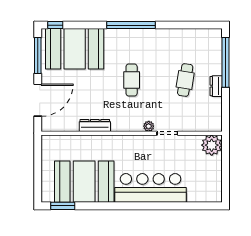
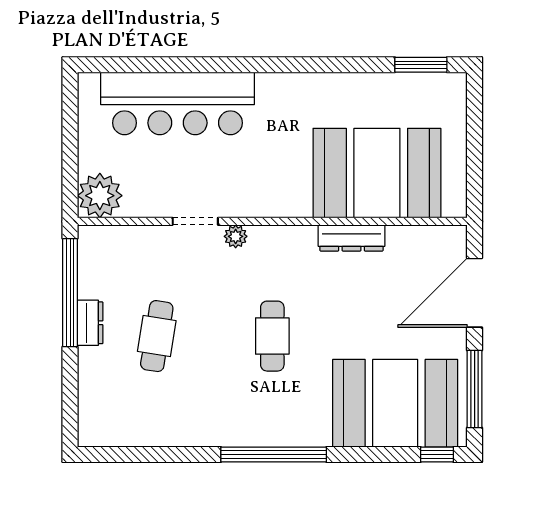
window: (225, 62) -> (70, 293), moved
booth: (84, 182) -> (377, 173), moved
bar counter: (151, 188) -> (177, 103), moved

